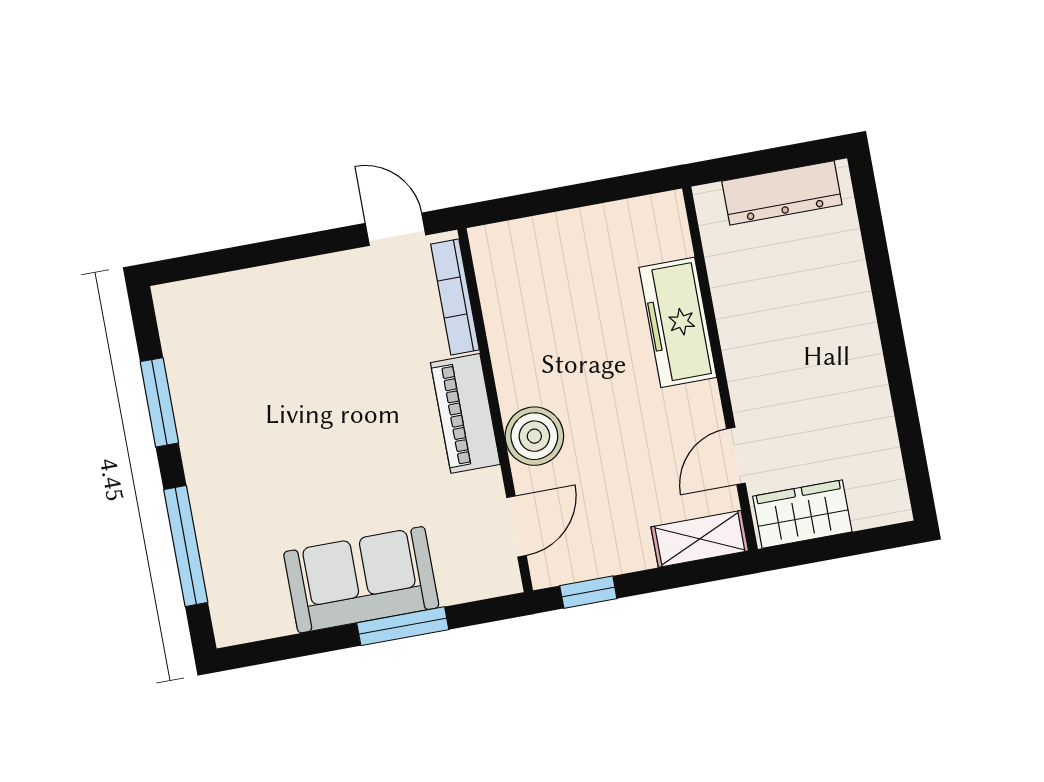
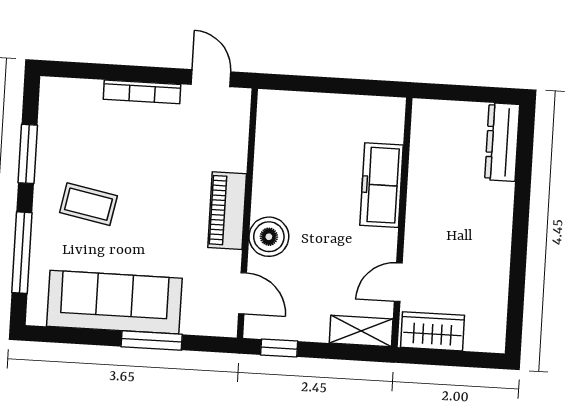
dresser: (782, 193) -> (502, 142), moved, turned 90
bookcase: (455, 297) -> (142, 92), moved, turned -90
coffee table: (264, 453) -> (88, 204), added
door: (516, 526) -> (243, 293), hinge flipped
sofa: (361, 580) -> (114, 302), width x1.36

